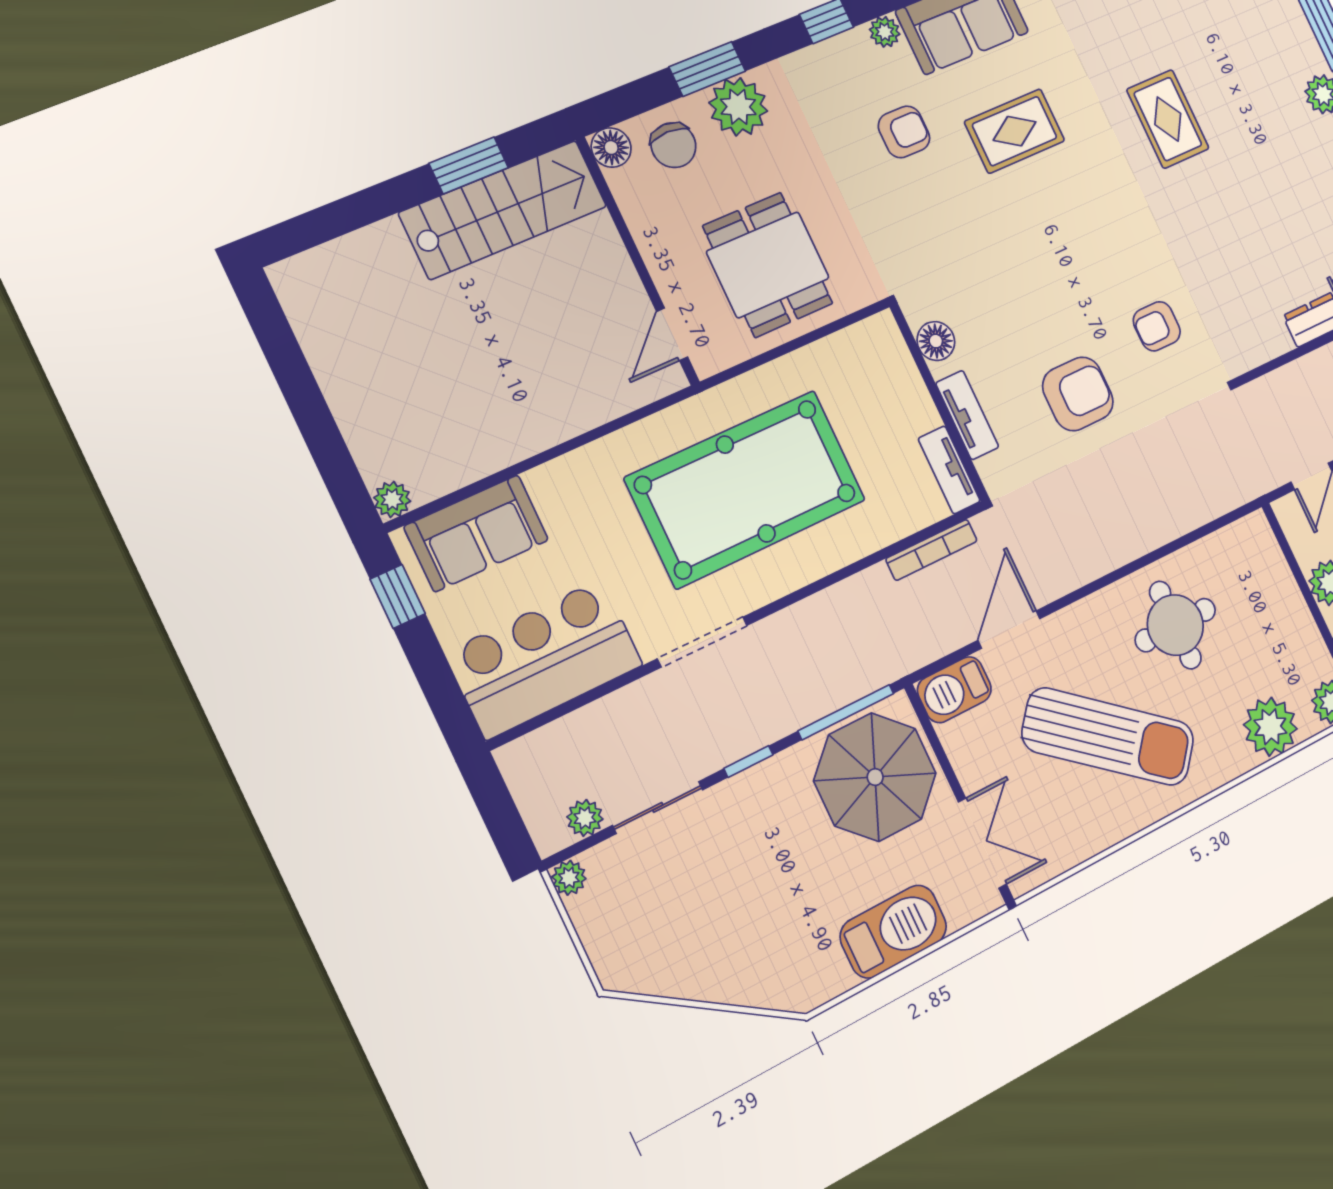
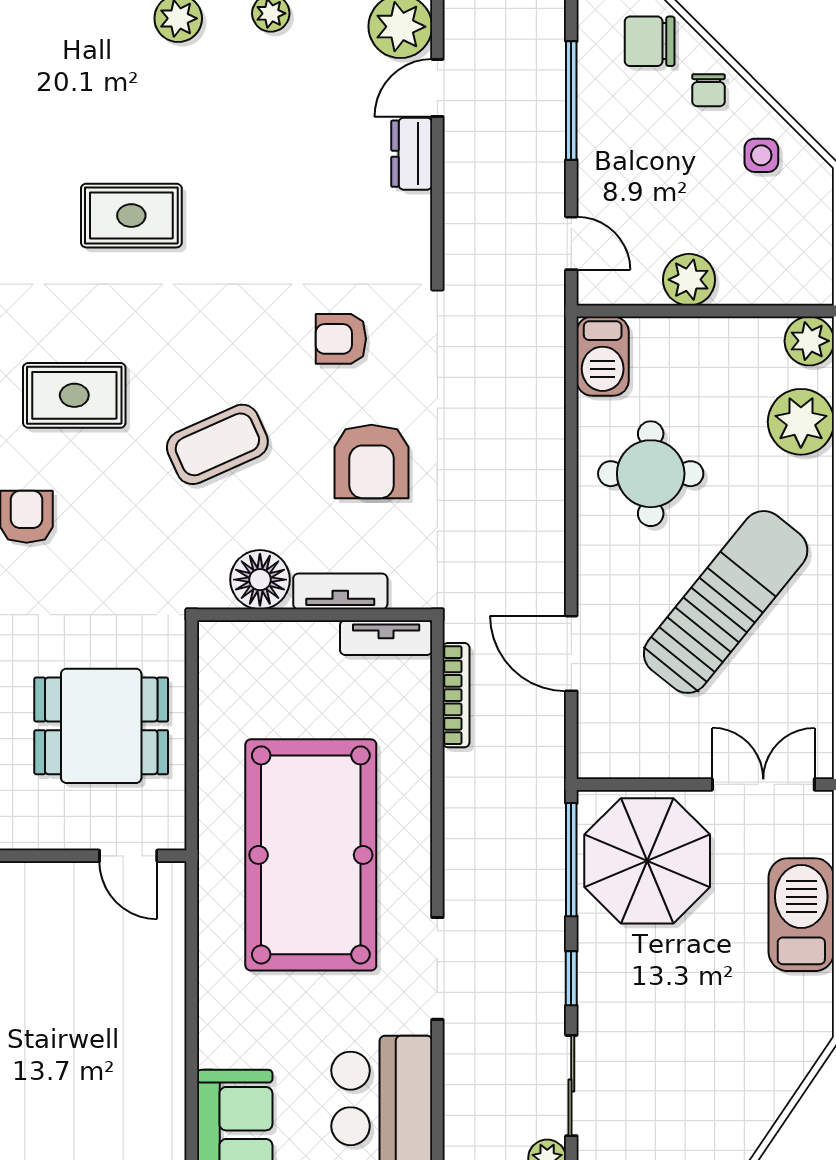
rug: (1015, 131) -> (74, 395), turned 90
coffee table: (1032, 263) -> (217, 444), added
armchair: (1157, 326) -> (341, 339), turned 90
floor lamp: (936, 341) -> (260, 580), width x1.38, depth x1.38
armchair: (1078, 394) -> (371, 461), turned 180
barbecue: (954, 690) -> (603, 356), moved

